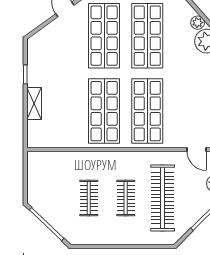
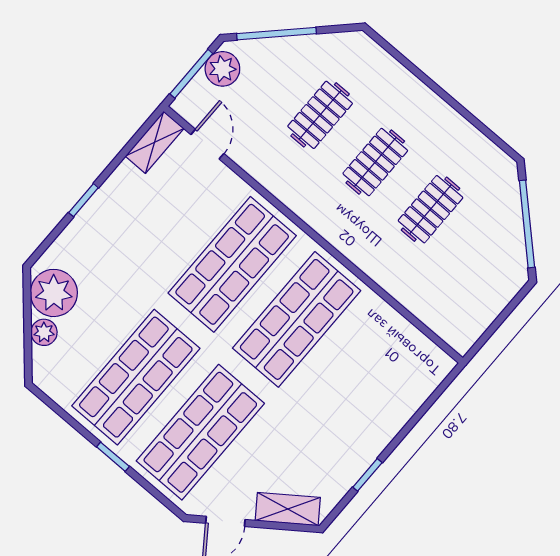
shelving: (34, 104) -> (288, 509), moved, turned 54
clothes rail: (163, 198) -> (320, 115), width x0.54, depth x0.76

